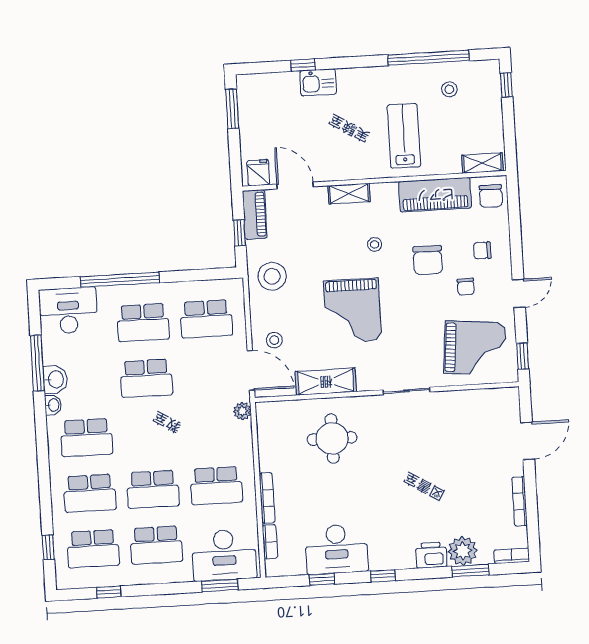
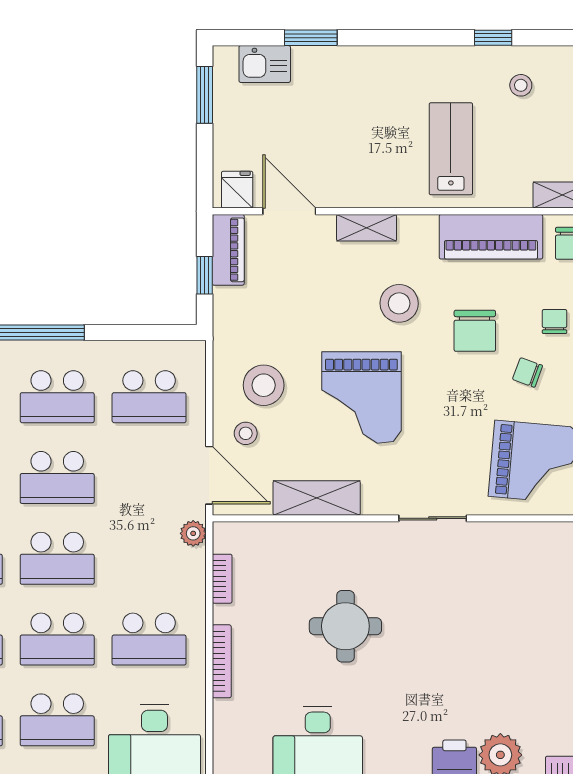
window: (428, 58) -> (493, 38), width x0.32
window: (303, 65) -> (311, 38), width x1.50
kitchen sink: (318, 82) -> (265, 64), moved
stool: (375, 244) -> (399, 303), width x1.89, depth x1.89
chair: (482, 250) -> (555, 321), turned 90
stool: (272, 276) -> (264, 385), moved
chair: (466, 287) -> (528, 372), turned 111
school desk: (150, 434) -> (57, 558), added
round table: (332, 438) -> (345, 626), moved
bookcase: (270, 542) -> (222, 579), moved

